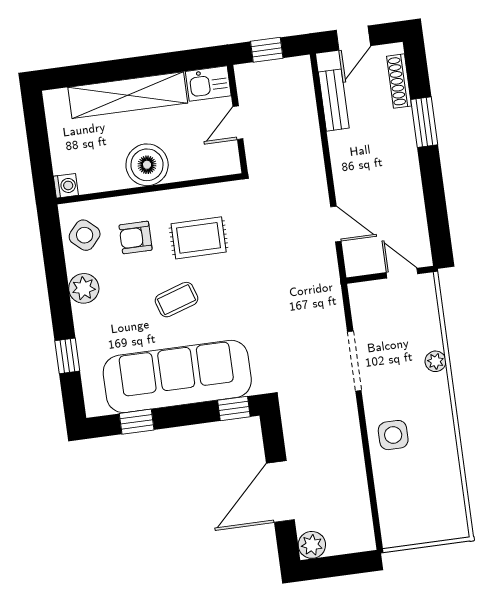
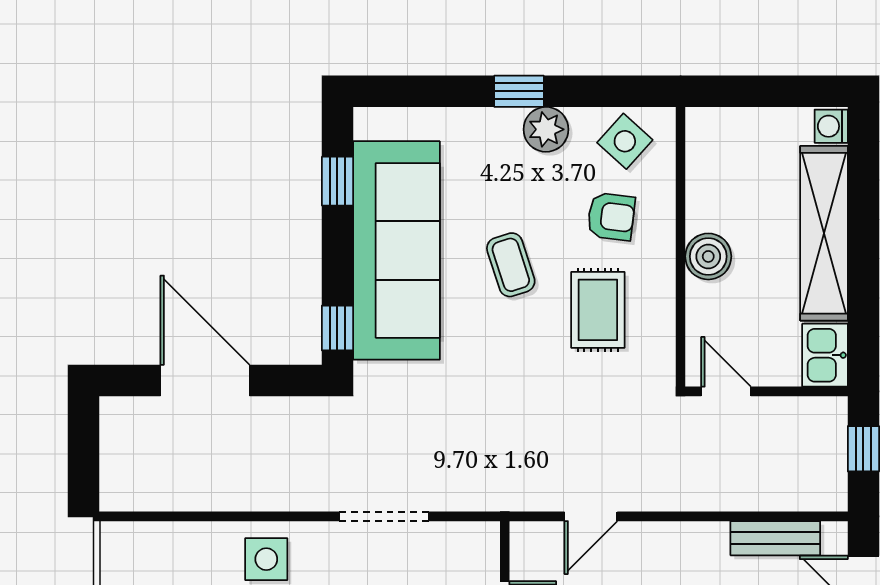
door: (238, 123) -> (726, 391), moved
boiler: (147, 165) -> (708, 256), width x0.73, depth x0.73
washing machine: (66, 186) -> (831, 126), moved, turned 90
armchair: (136, 237) -> (611, 217), turned 97
window: (67, 356) -> (519, 91), moved
plant: (312, 545) -> (120, 416), removed

